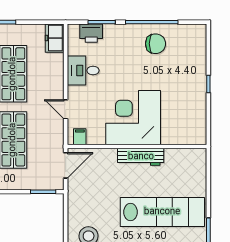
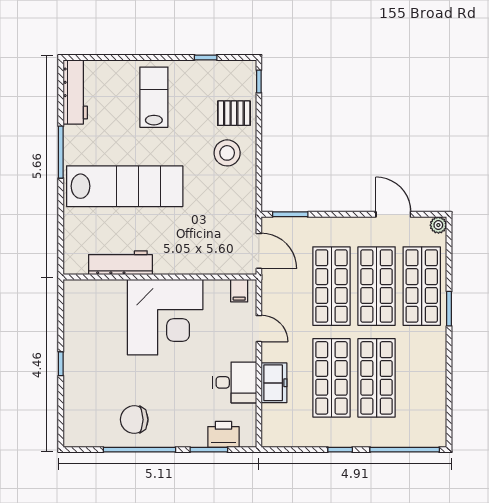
freezer: (55, 38) -> (274, 383), moved
workbench: (141, 157) -> (120, 263), moved
door: (66, 165) -> (259, 251), swing flipped
lab bench: (162, 212) -> (125, 186), turned 180

